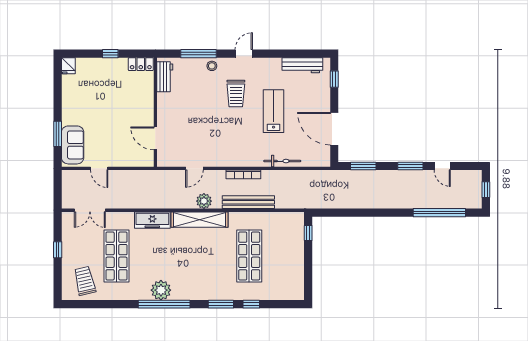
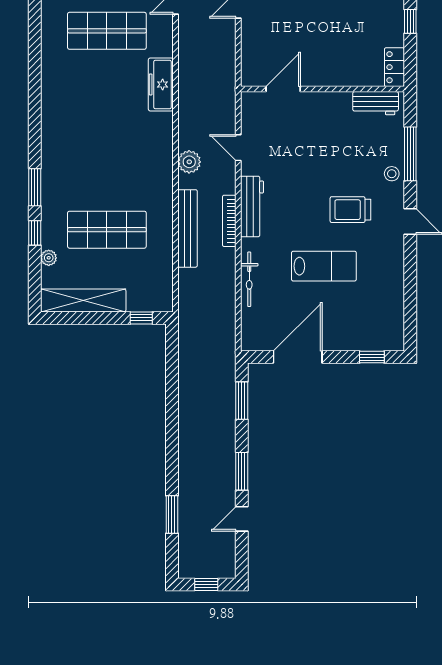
workbench: (302, 65) -> (252, 206), moved, turned 180
window: (439, 213) -> (172, 515), width x0.47
shelving: (199, 220) -> (83, 300), moved, turned 90
plant: (161, 290) -> (49, 258), moved, width x0.53, depth x0.53
window: (164, 304) -> (35, 102), removed

